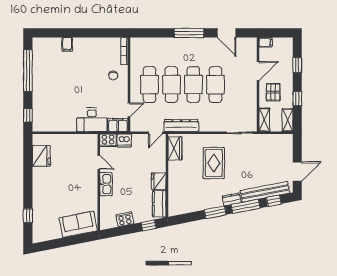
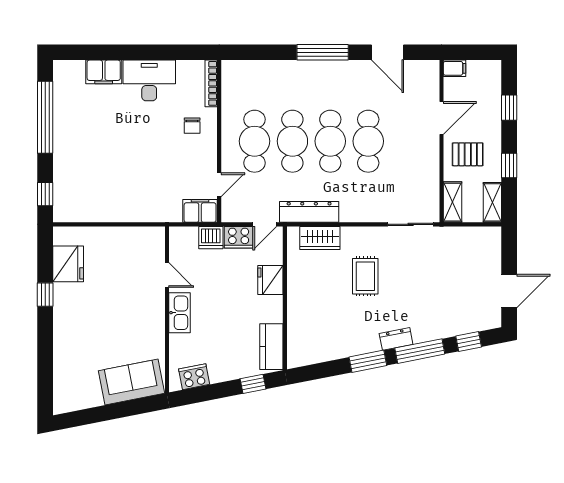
filing cabinet: (67, 44) -> (104, 72), width x2.00
pallet: (273, 92) -> (468, 154), turned 90
desk: (92, 120) -> (149, 80), moved, turned 180
cooker: (108, 140) -> (239, 237), moved
wardrobe: (175, 148) -> (320, 238), moved, turned 90
rug: (214, 163) -> (365, 276), width x0.73, depth x0.70
fridge: (159, 181) -> (270, 280), moved
bench: (265, 192) -> (453, 326), removed
window: (28, 216) -> (45, 295), moved
cooker: (125, 219) -> (194, 377), moved

